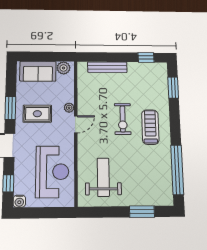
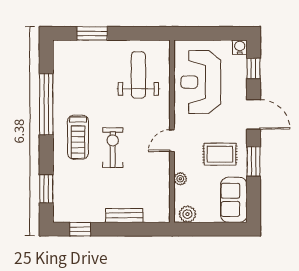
bench: (107, 67) -> (124, 216), width x0.73
sofa: (38, 71) -> (234, 200), moved, turned -90
plant: (69, 108) -> (180, 179), moved
window: (177, 170) -> (46, 104), moved
weight bench: (103, 177) -> (138, 75), turned 180

